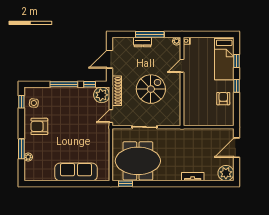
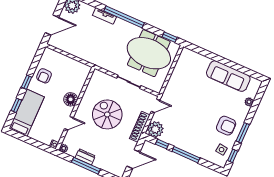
dresser: (143, 42) -> (85, 157), moved
floor lamp: (190, 88) -> (71, 99), added
spiral stairs: (151, 89) -> (107, 114), turned 90
window: (21, 149) -> (243, 133), moved
sofa: (76, 172) -> (228, 76), moved
window: (175, 184) -> (124, 17), added

